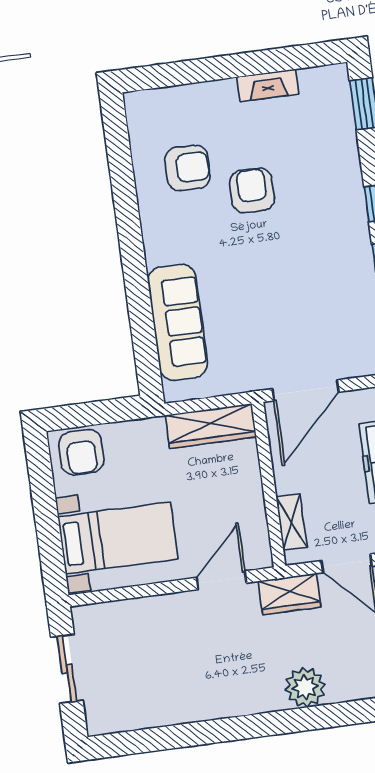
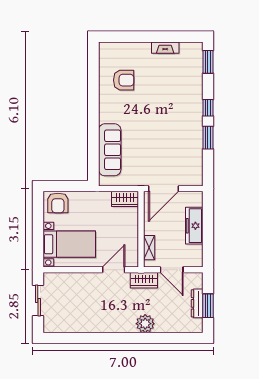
armchair: (252, 190) -> (152, 94), removed
wardrobe: (211, 426) -> (125, 199), width x0.67

